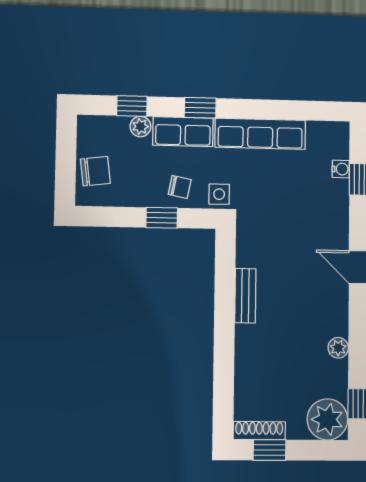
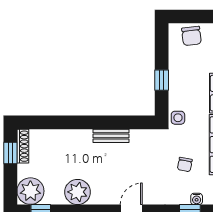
chair: (180, 187) -> (185, 165), moved
plant: (338, 348) -> (78, 192), width x1.87, depth x1.87

